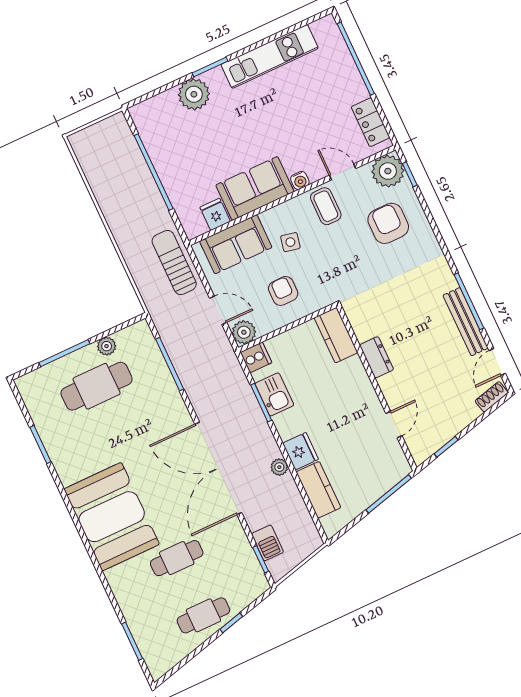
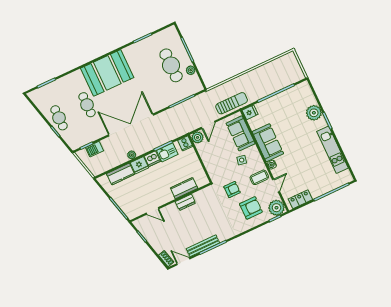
fridge: (215, 214) -> (250, 112), moved
armchair: (283, 291) -> (232, 190), moved
kitchen counter: (336, 335) -> (184, 188), moved
dishwasher: (287, 425) -> (152, 159), added

